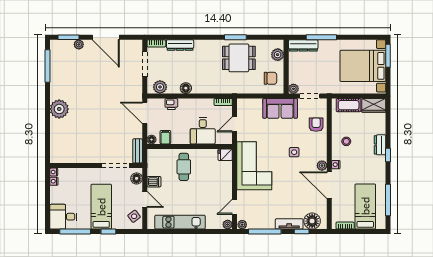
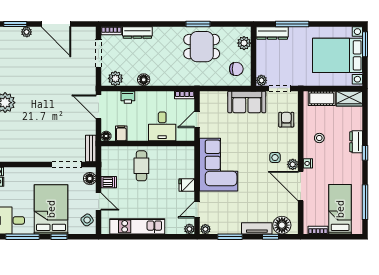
side table: (294, 152) -> (275, 158), moved
fridge: (225, 155) -> (187, 185), moved
bed: (101, 207) -> (51, 209), width x1.50
window: (265, 232) -> (230, 237), width x0.69

